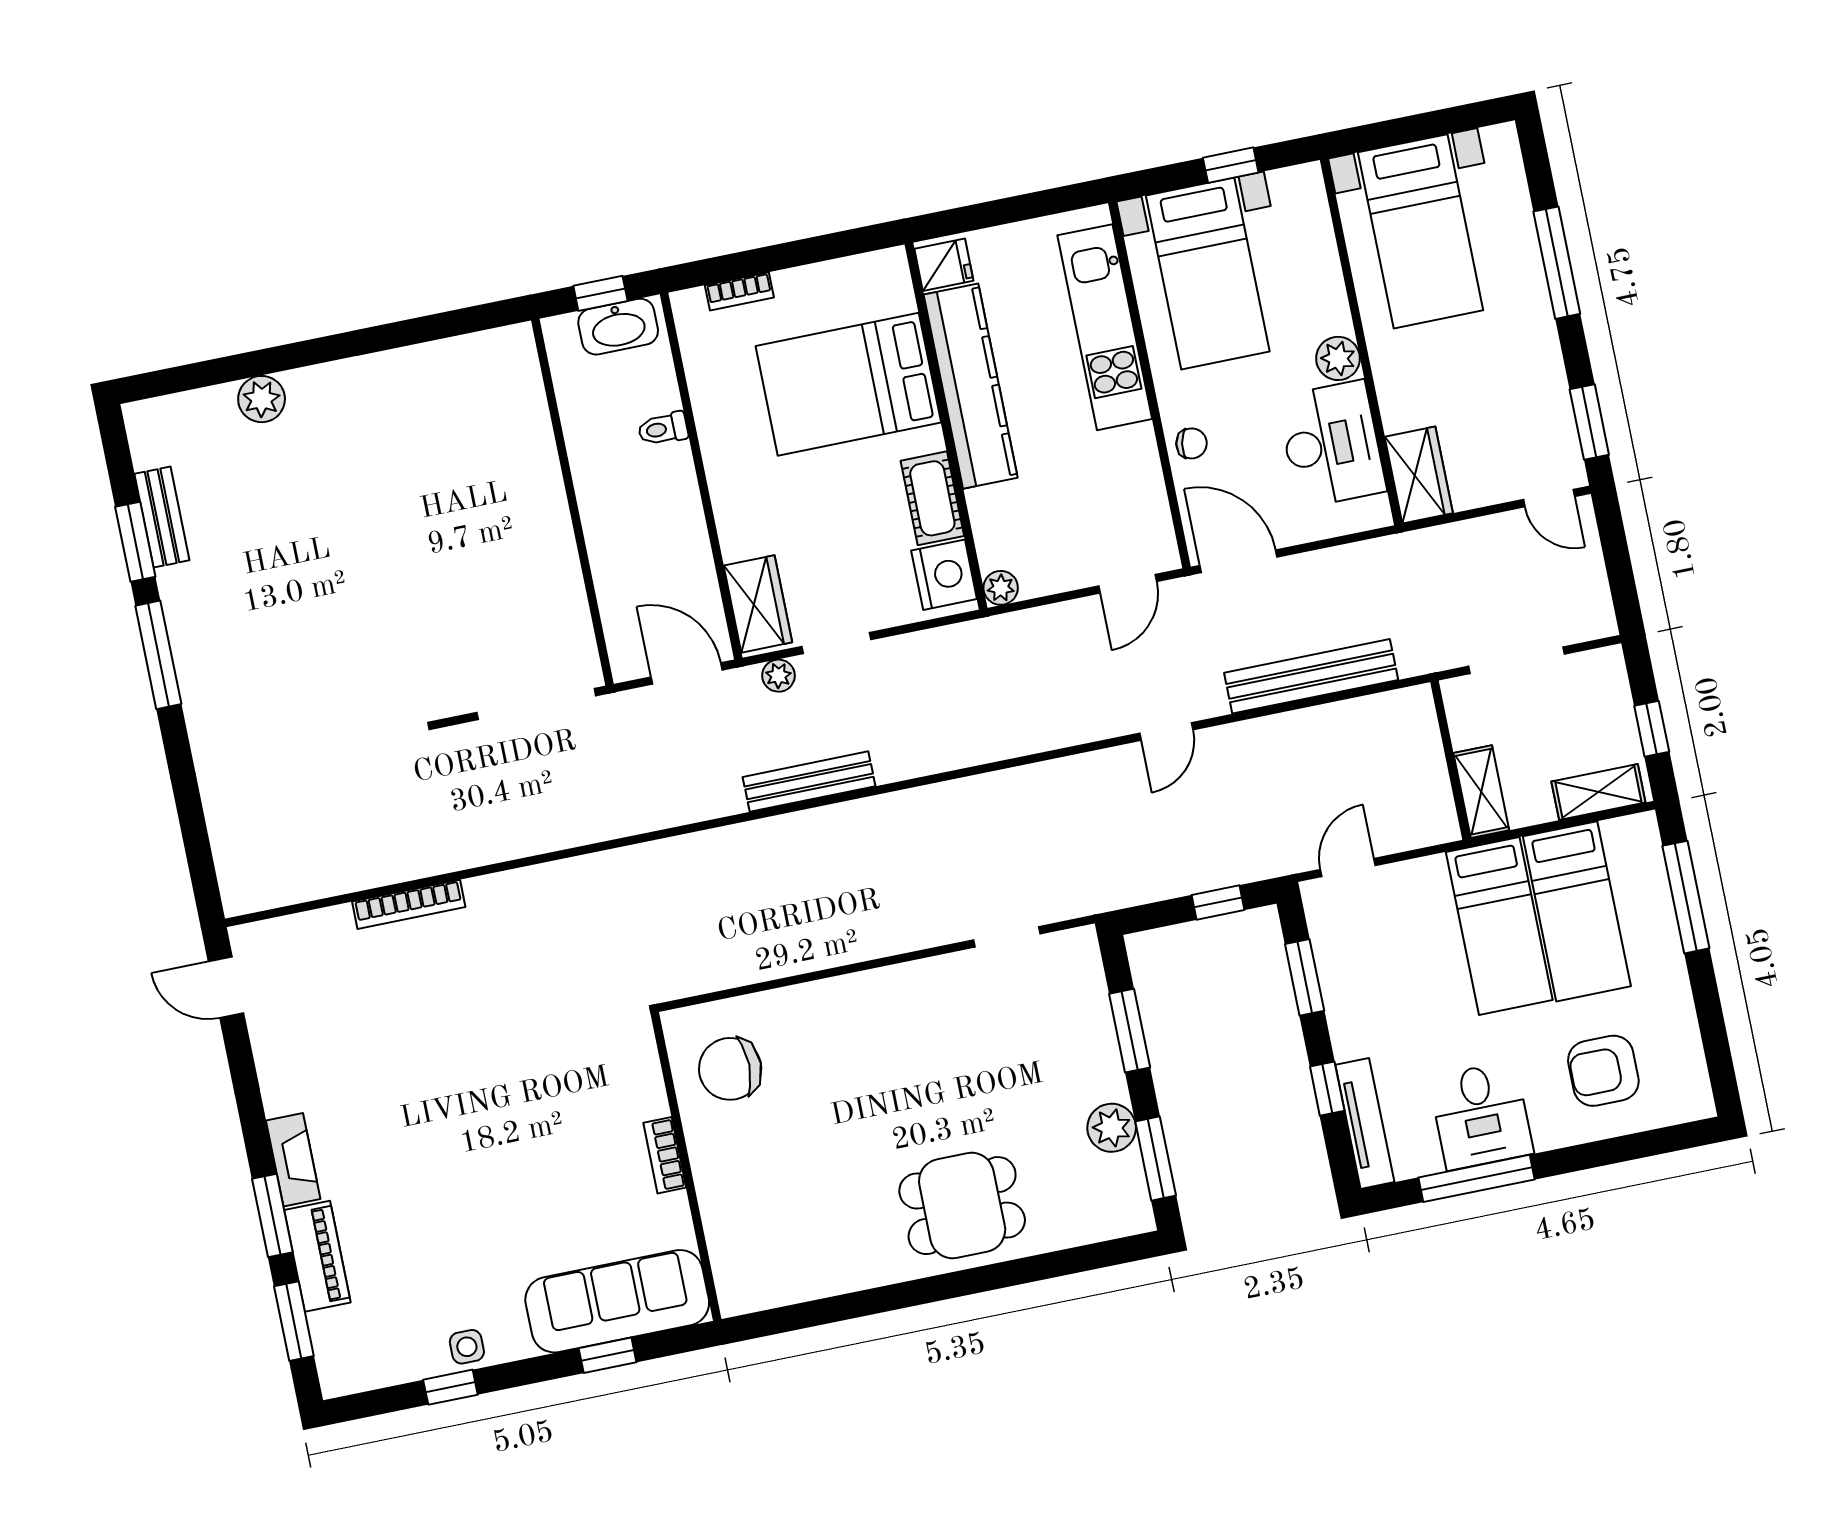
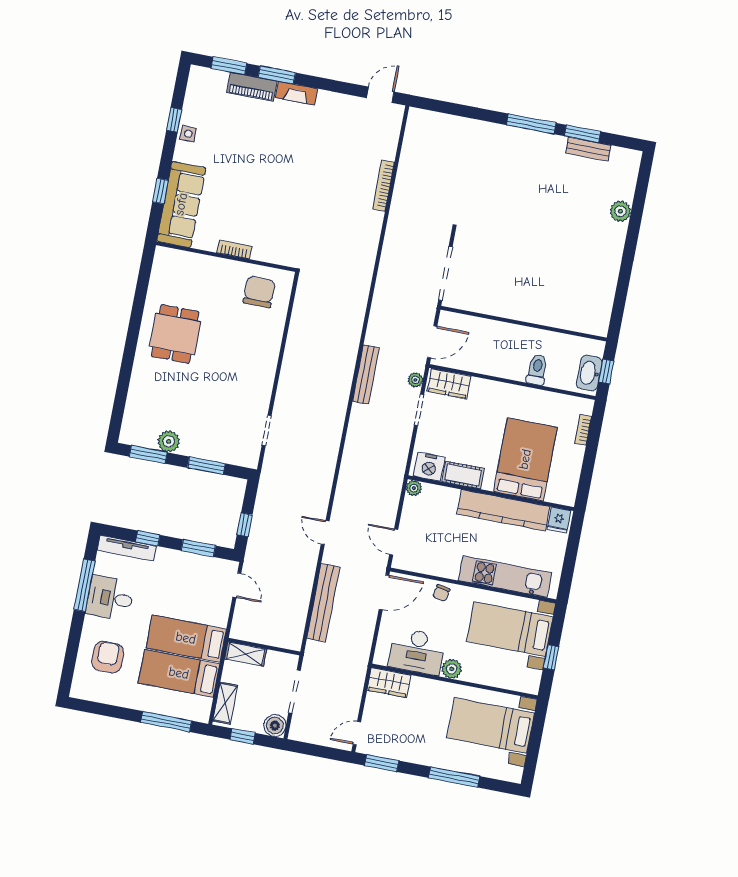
toilet: (663, 429) -> (537, 370), width x1.37, depth x1.39
boiler: (1602, 672) -> (275, 726), added
dining table: (962, 1206) -> (175, 334), moved

